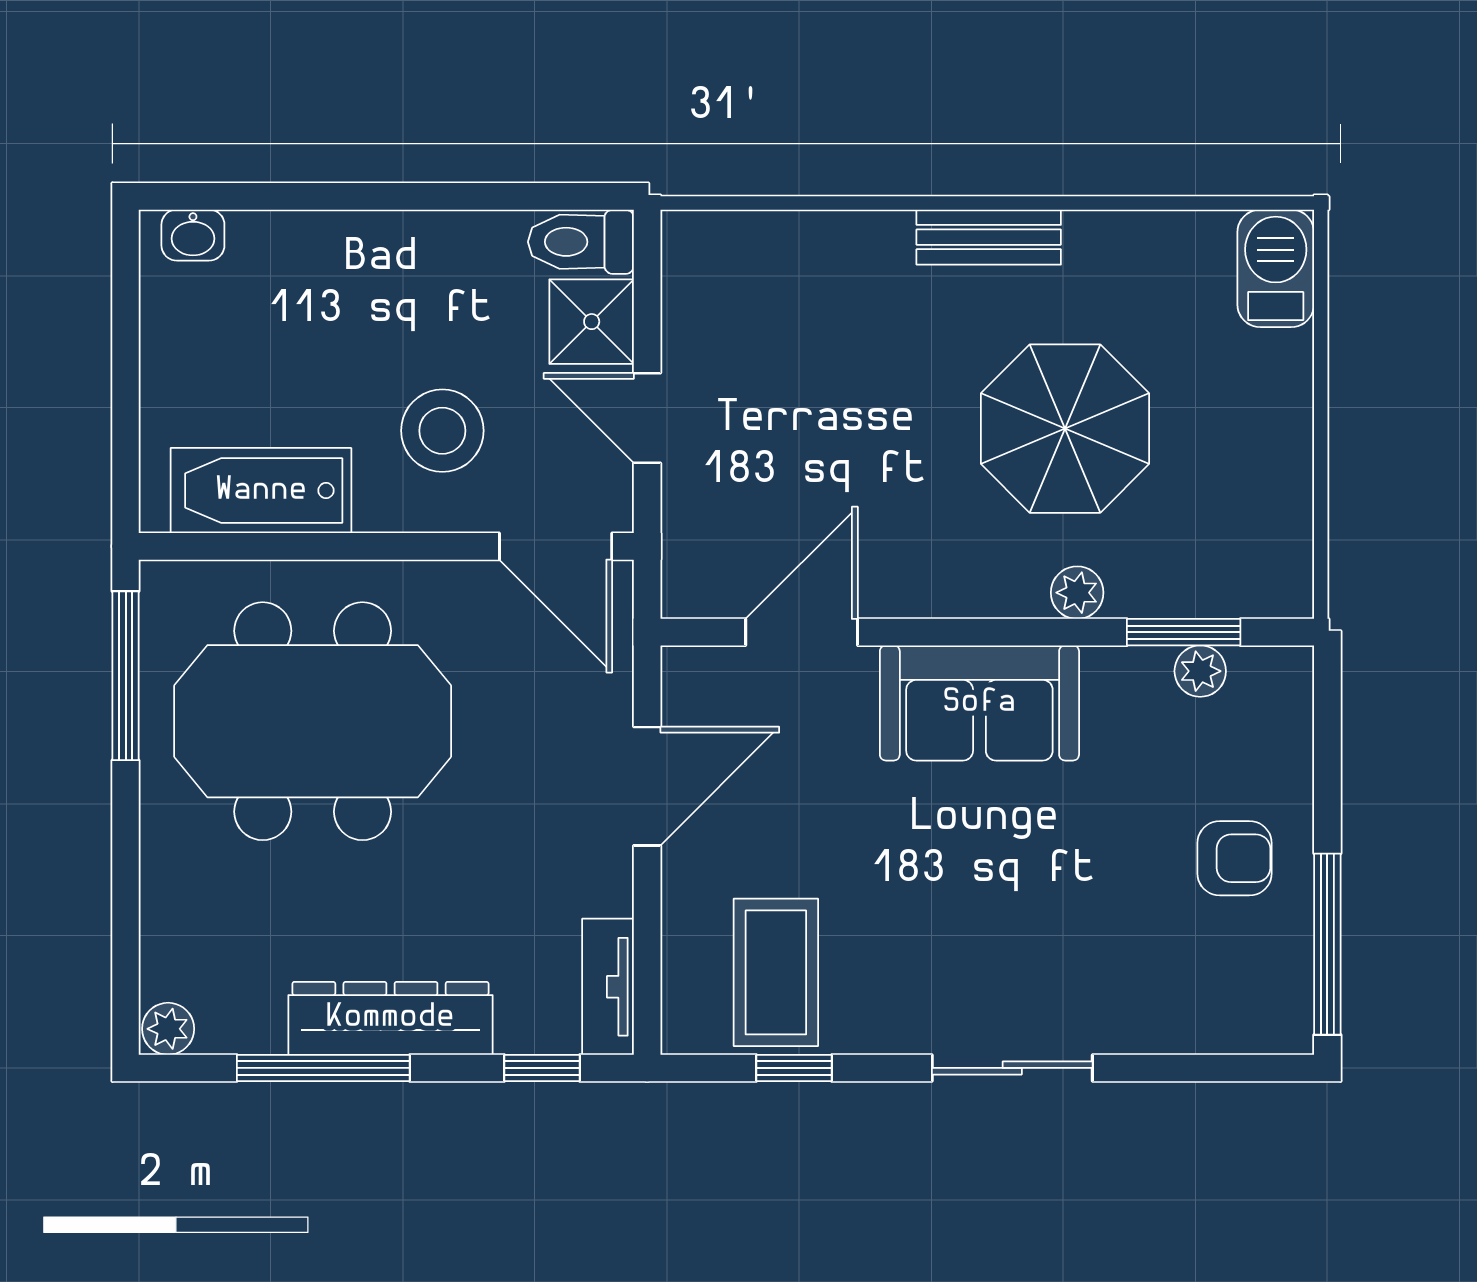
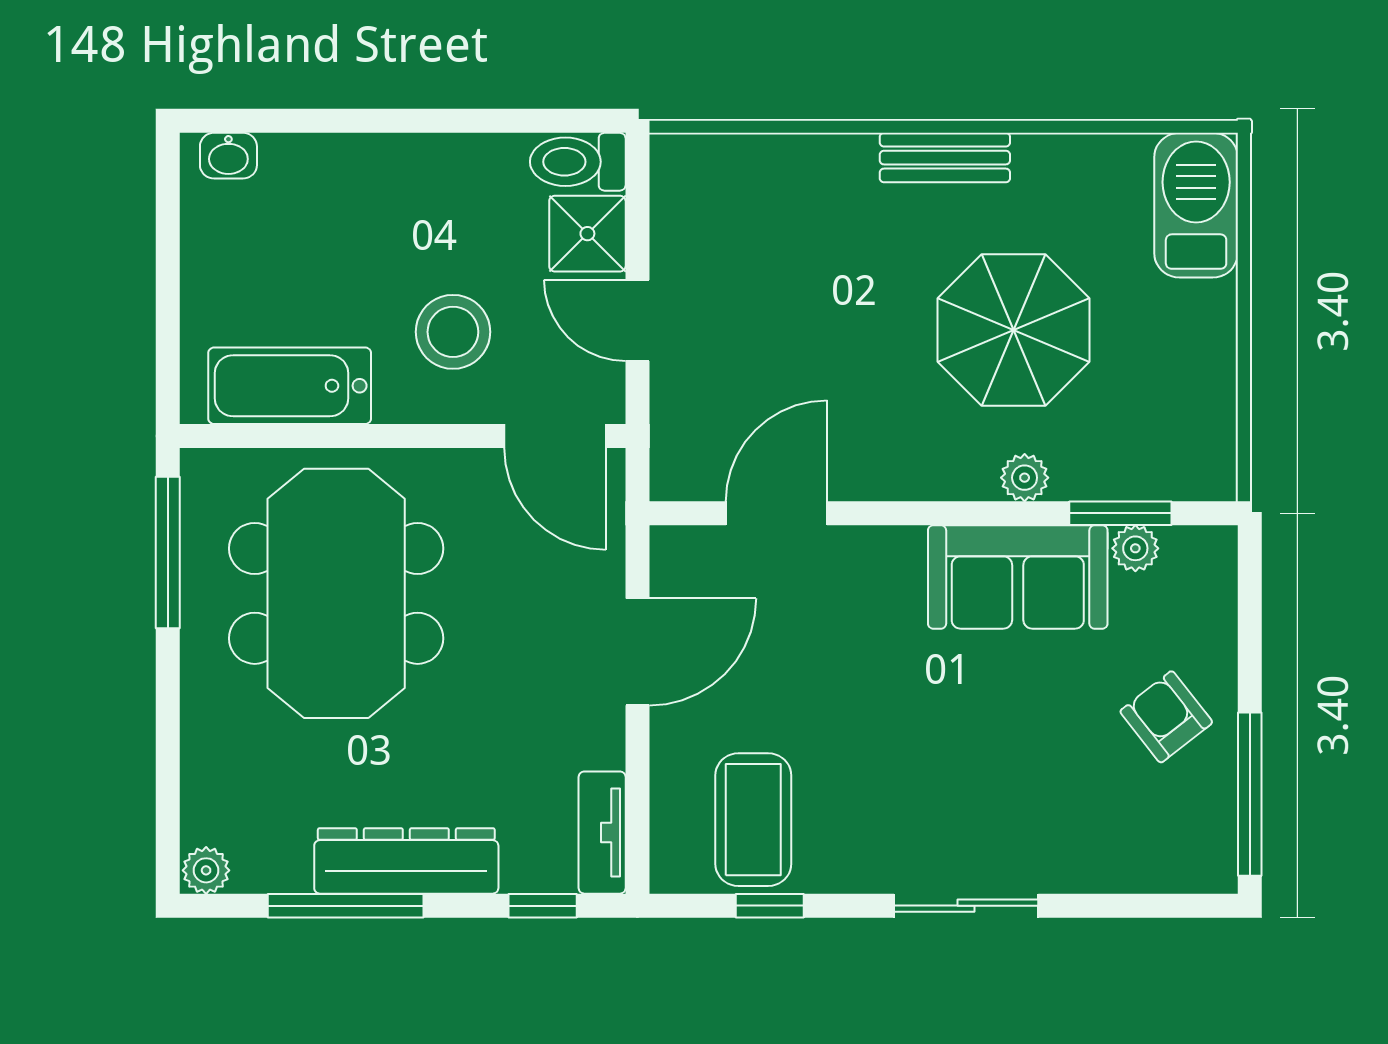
barbecue: (1276, 268) -> (1196, 205), width x1.37, depth x1.21
sofa: (979, 703) -> (1018, 577), moved
meeting table: (313, 721) -> (336, 593), turned 90
armchair: (1235, 858) -> (1166, 717), turned -128

